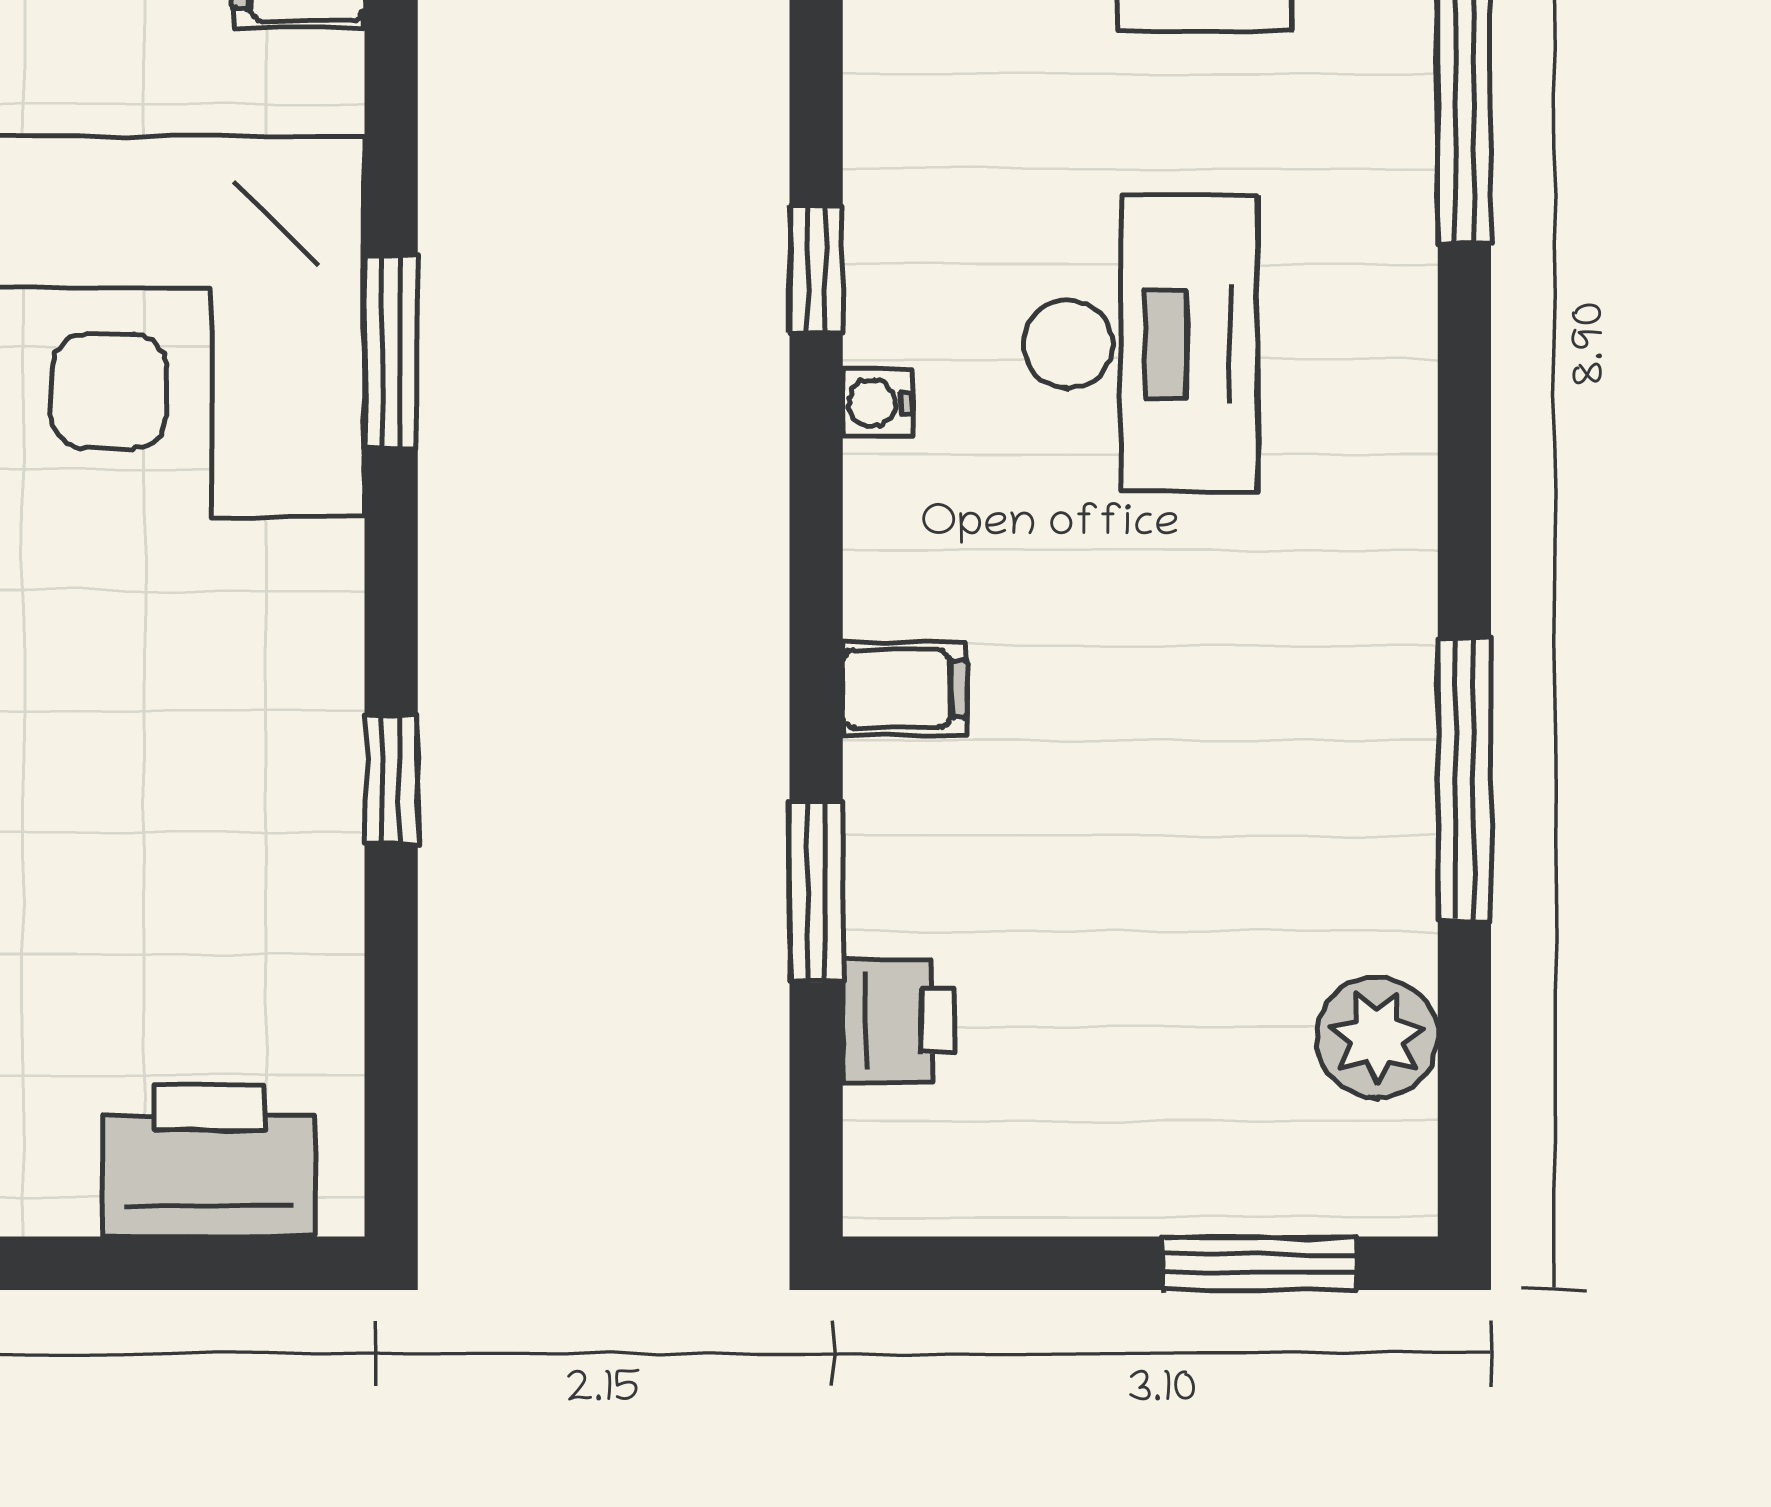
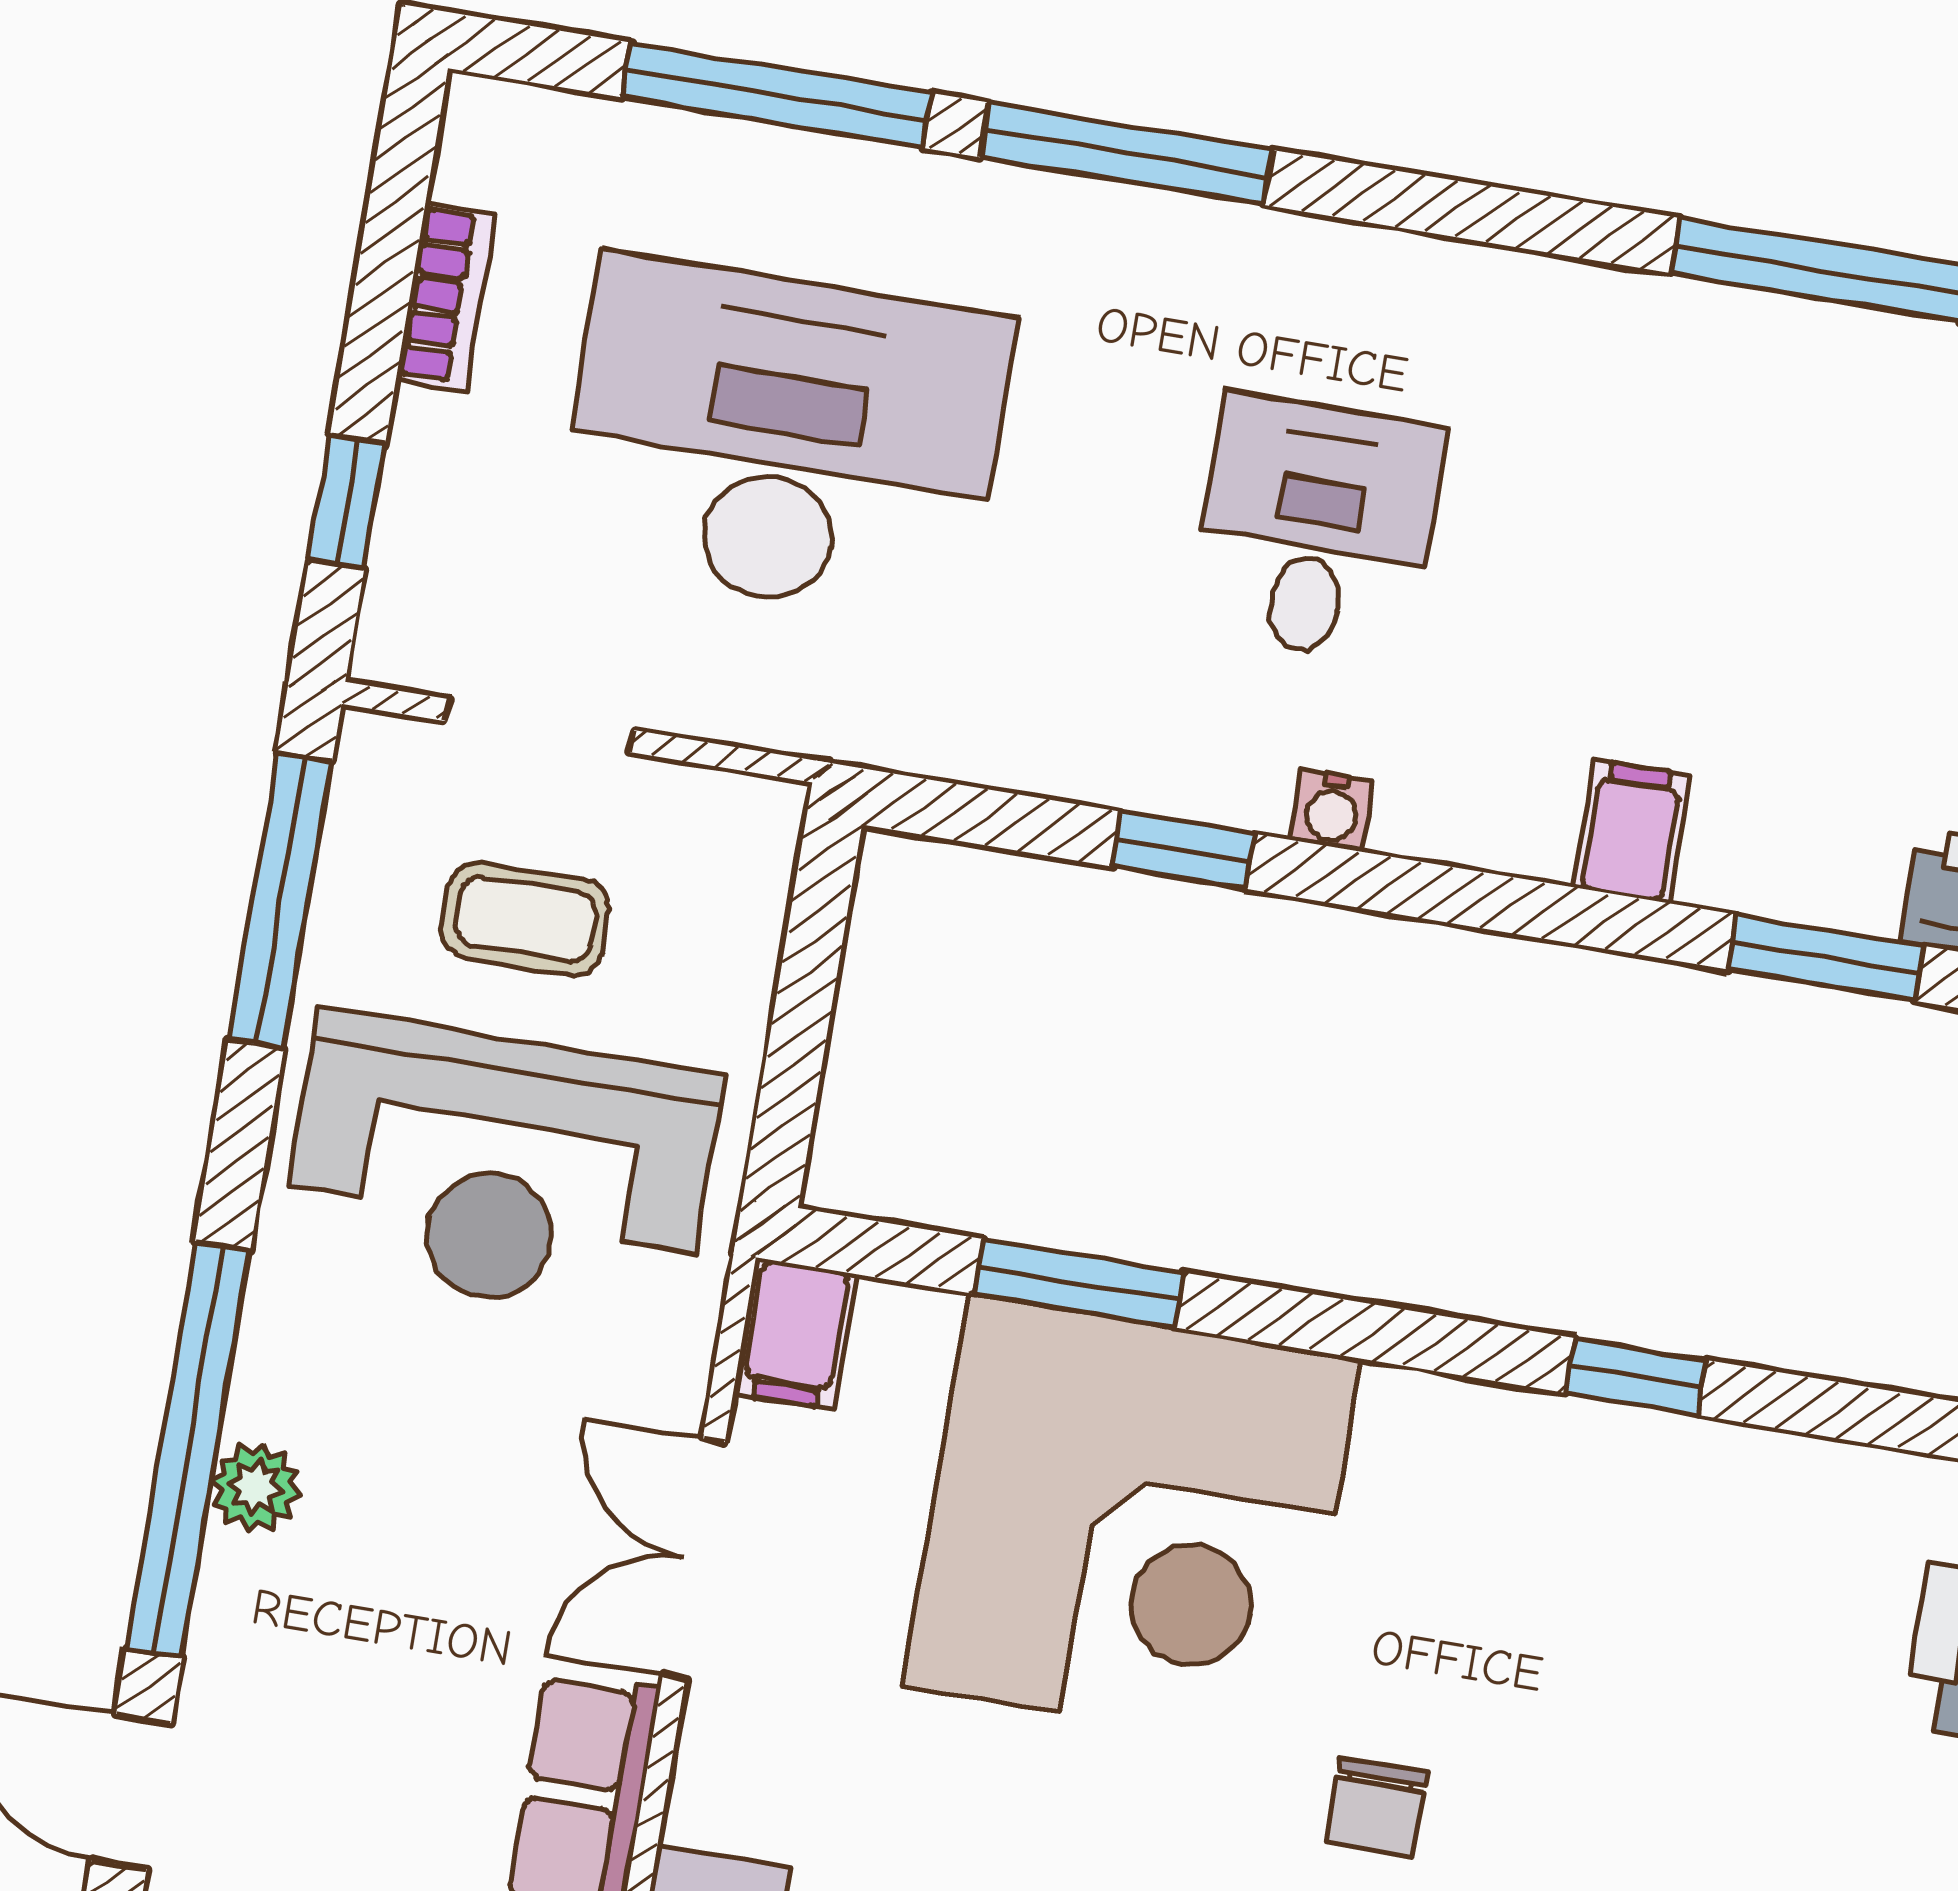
desk: (1140, 344) -> (1317, 529), width x0.73
window: (391, 352) -> (1079, 1283), moved

